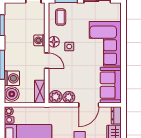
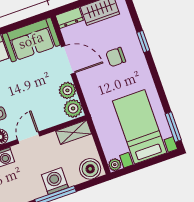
washing machine: (12, 78) -> (55, 181), moved

